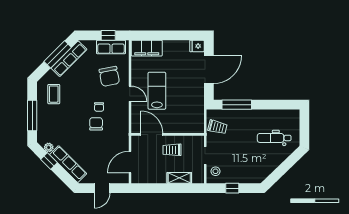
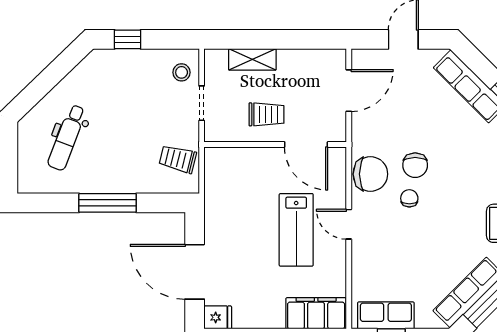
door: (209, 69) -> (195, 272), hinge flipped
chair: (109, 76) -> (370, 174), moved, turned 101
window: (237, 105) -> (108, 203), moved
dental chair: (274, 138) -> (67, 138), turned 111
window: (232, 188) -> (128, 39), moved

